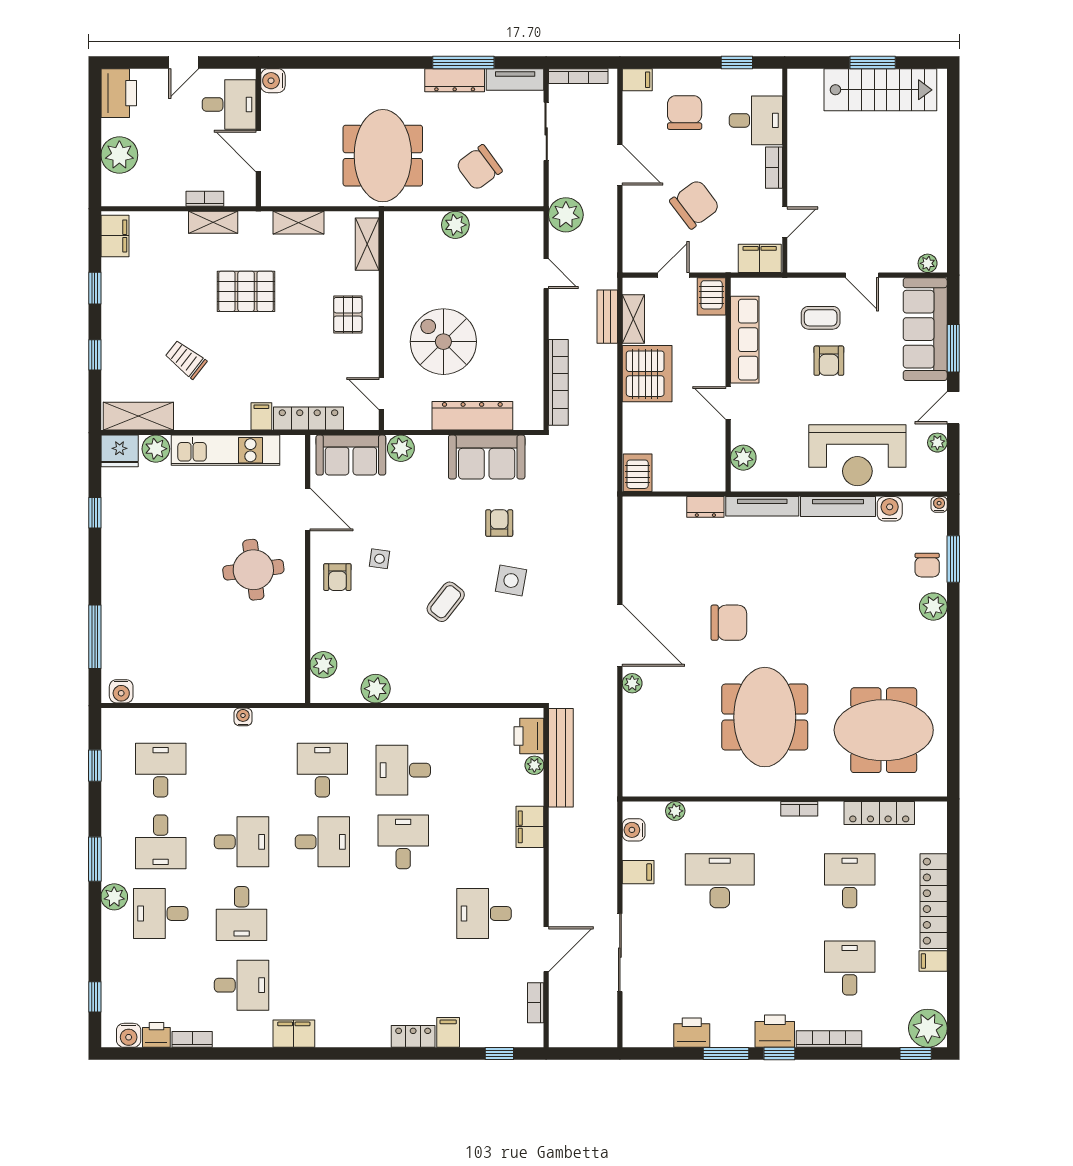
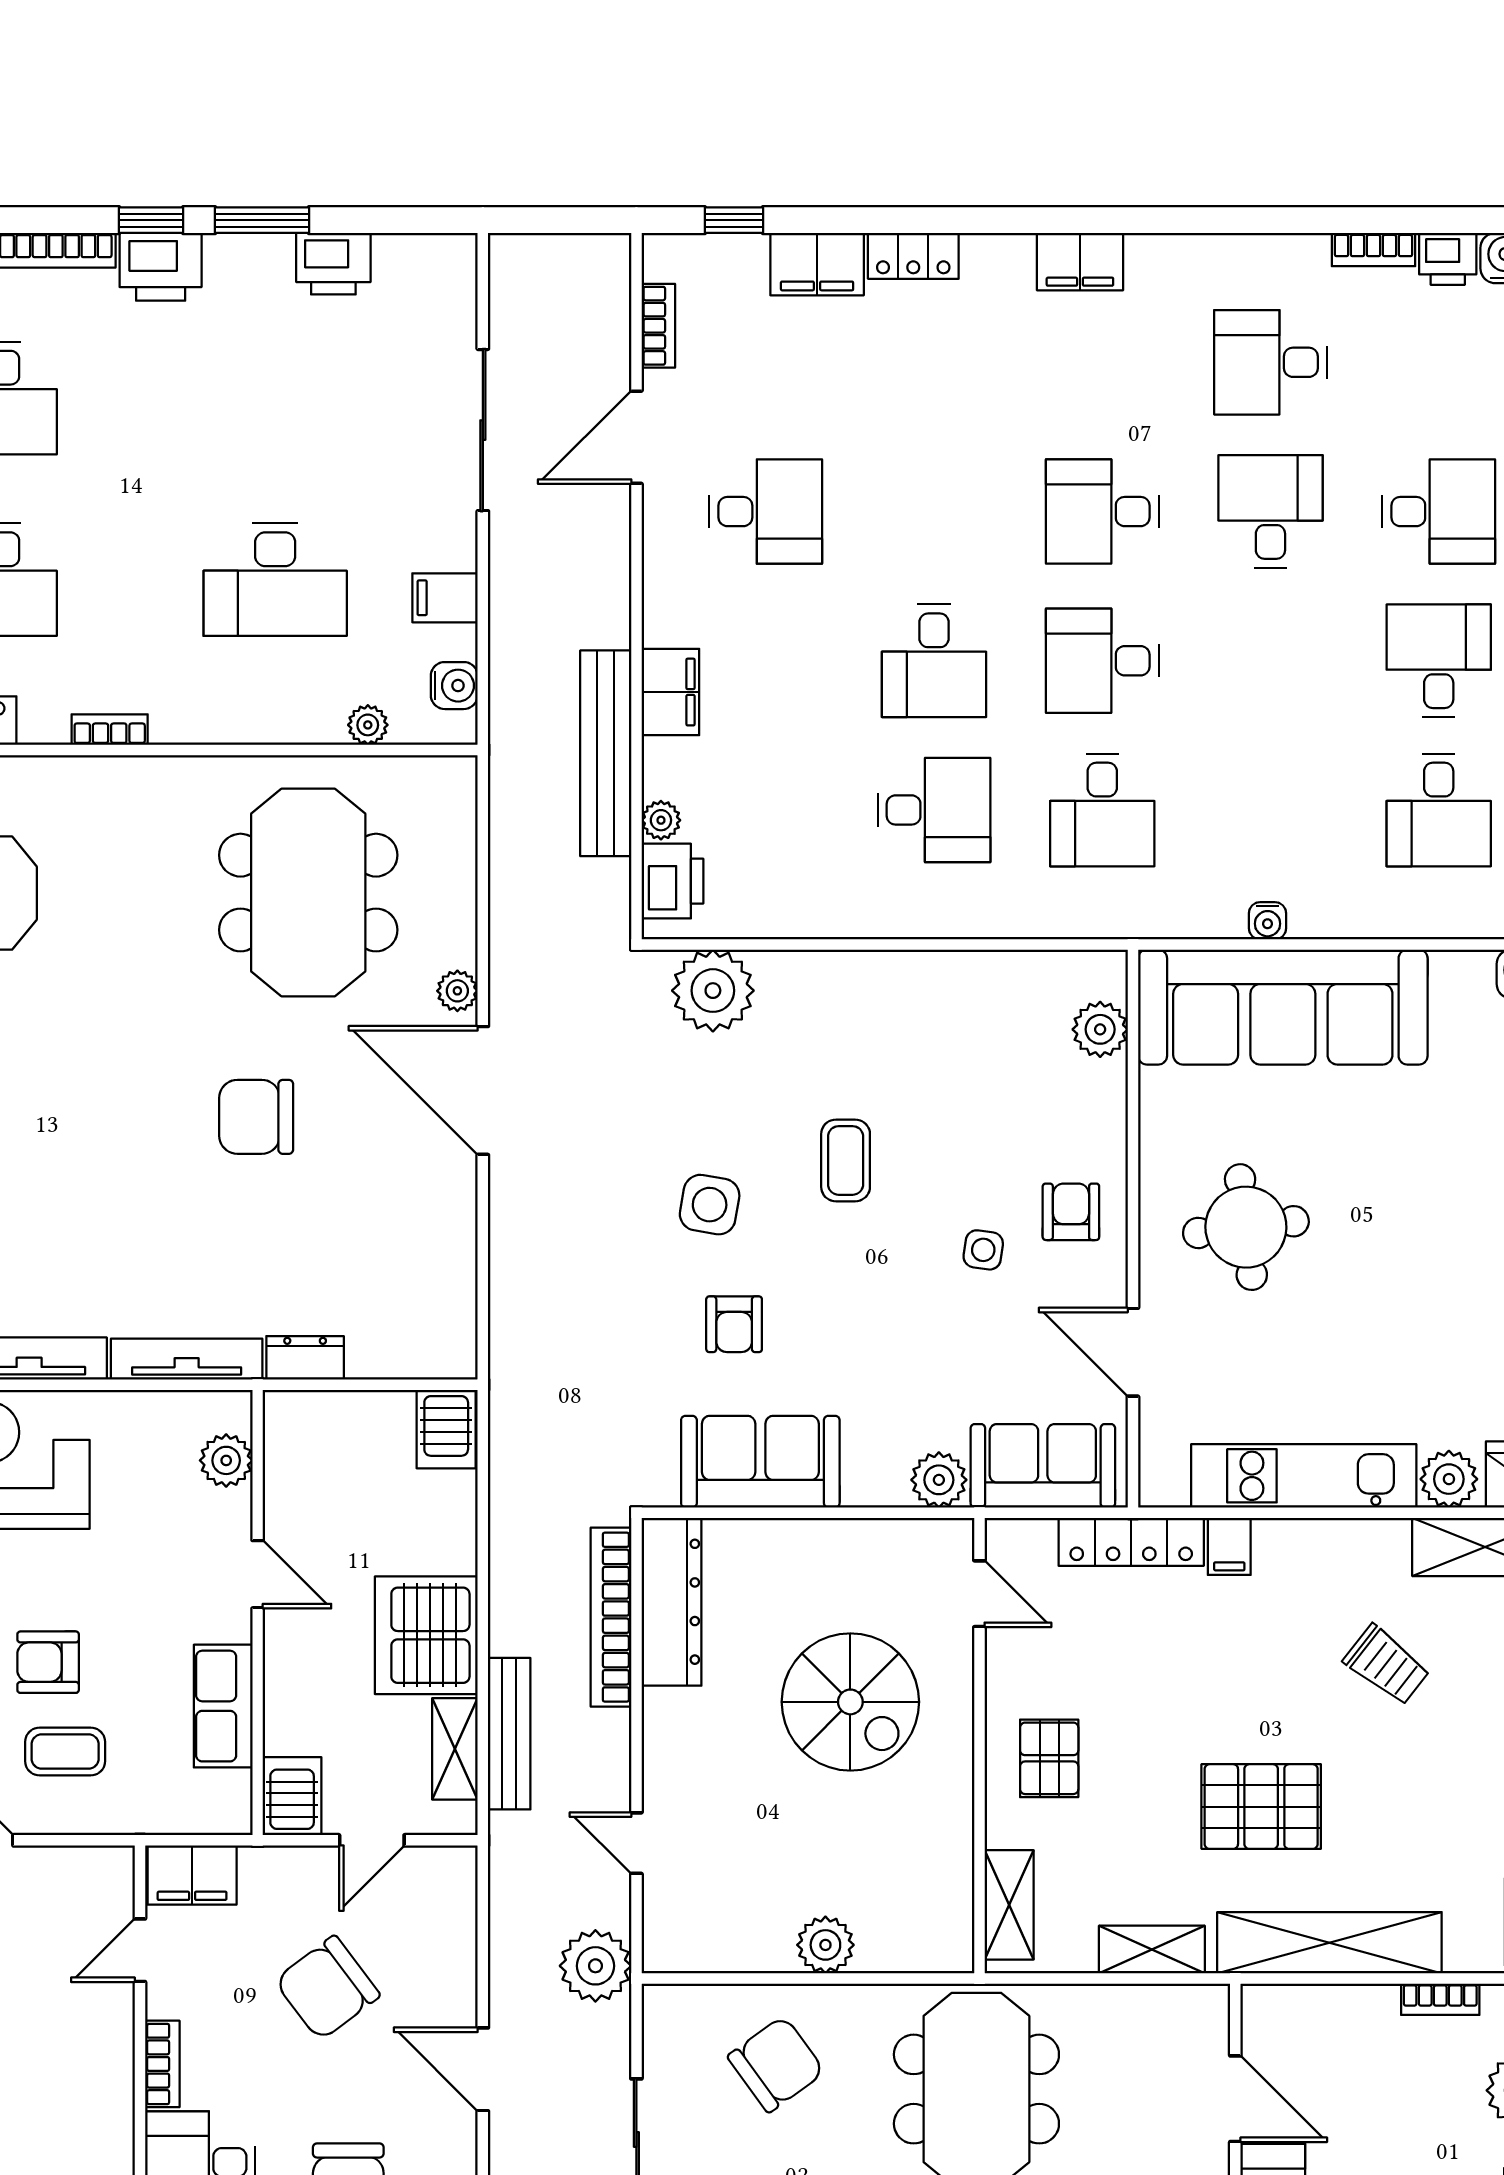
bookcase: (205, 199) -> (1440, 1999), moved
shelving: (213, 222) -> (1329, 1943), width x2.20, depth x1.33
bench: (607, 317) -> (509, 1734), width x1.36
row of seats: (745, 340) -> (223, 1706), width x0.68
armchair: (829, 361) -> (48, 1662), turned -90
dresser: (472, 416) -> (671, 1602), moved, turned -90
coffee table: (446, 602) -> (846, 1160), turned -38
sofa: (236, 675) -> (1283, 1007), added
plant: (376, 689) -> (713, 991), moved, width x1.36, depth x1.36
meeting table: (765, 717) -> (308, 893), moved
bench: (561, 758) -> (606, 753), moved
desk: (242, 842) -> (1102, 512), moved
filing cabinet: (448, 1032) -> (817, 264), width x2.00
filing cabinet: (294, 1034) -> (1080, 262), moved

